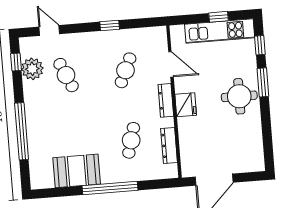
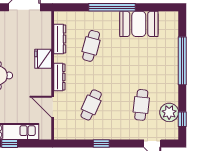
cafe table: (66, 75) -> (141, 105), turned 30
fridge: (186, 105) -> (43, 59), moved

